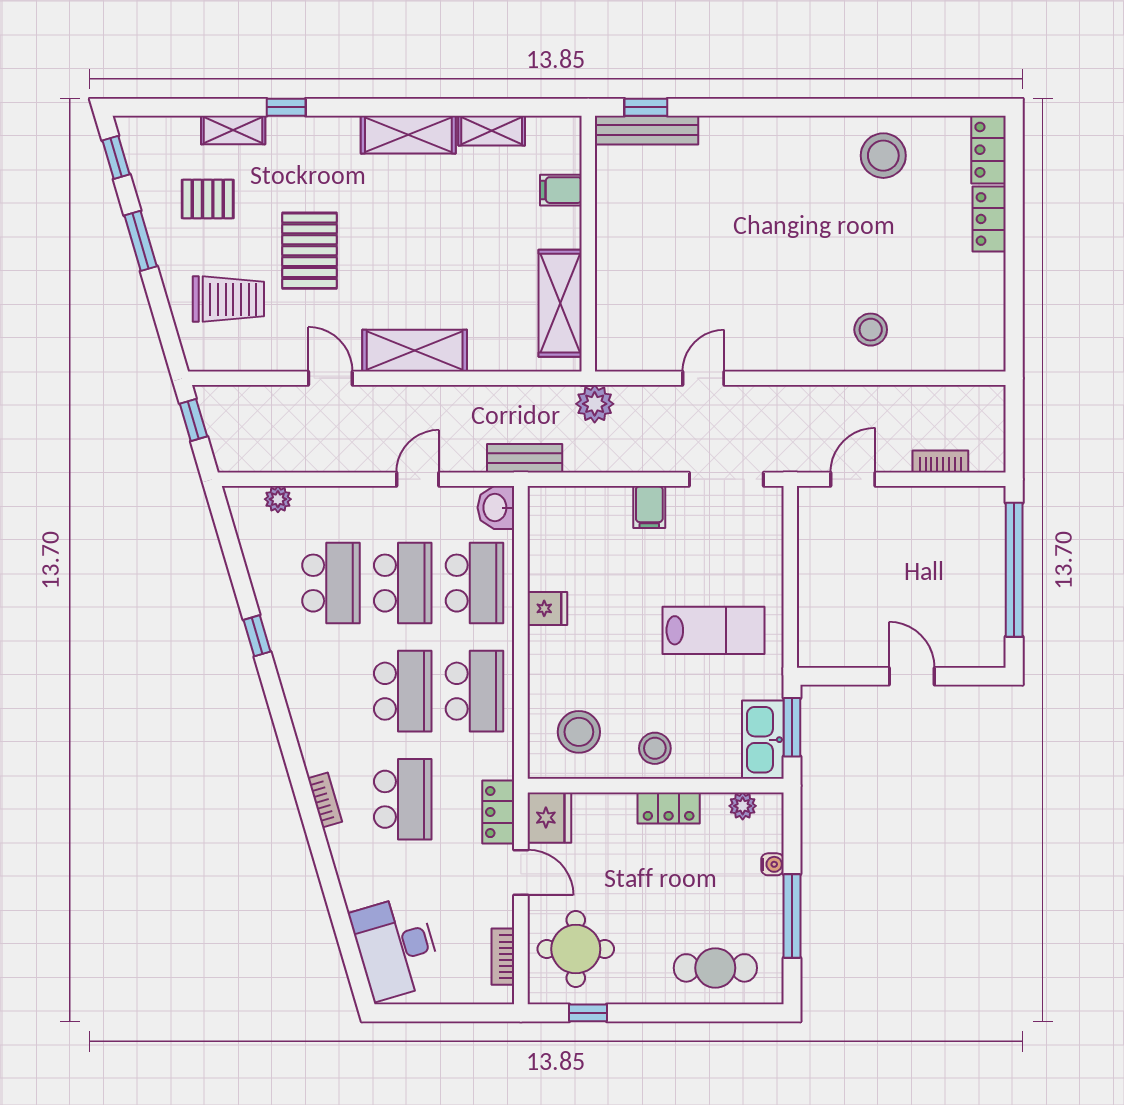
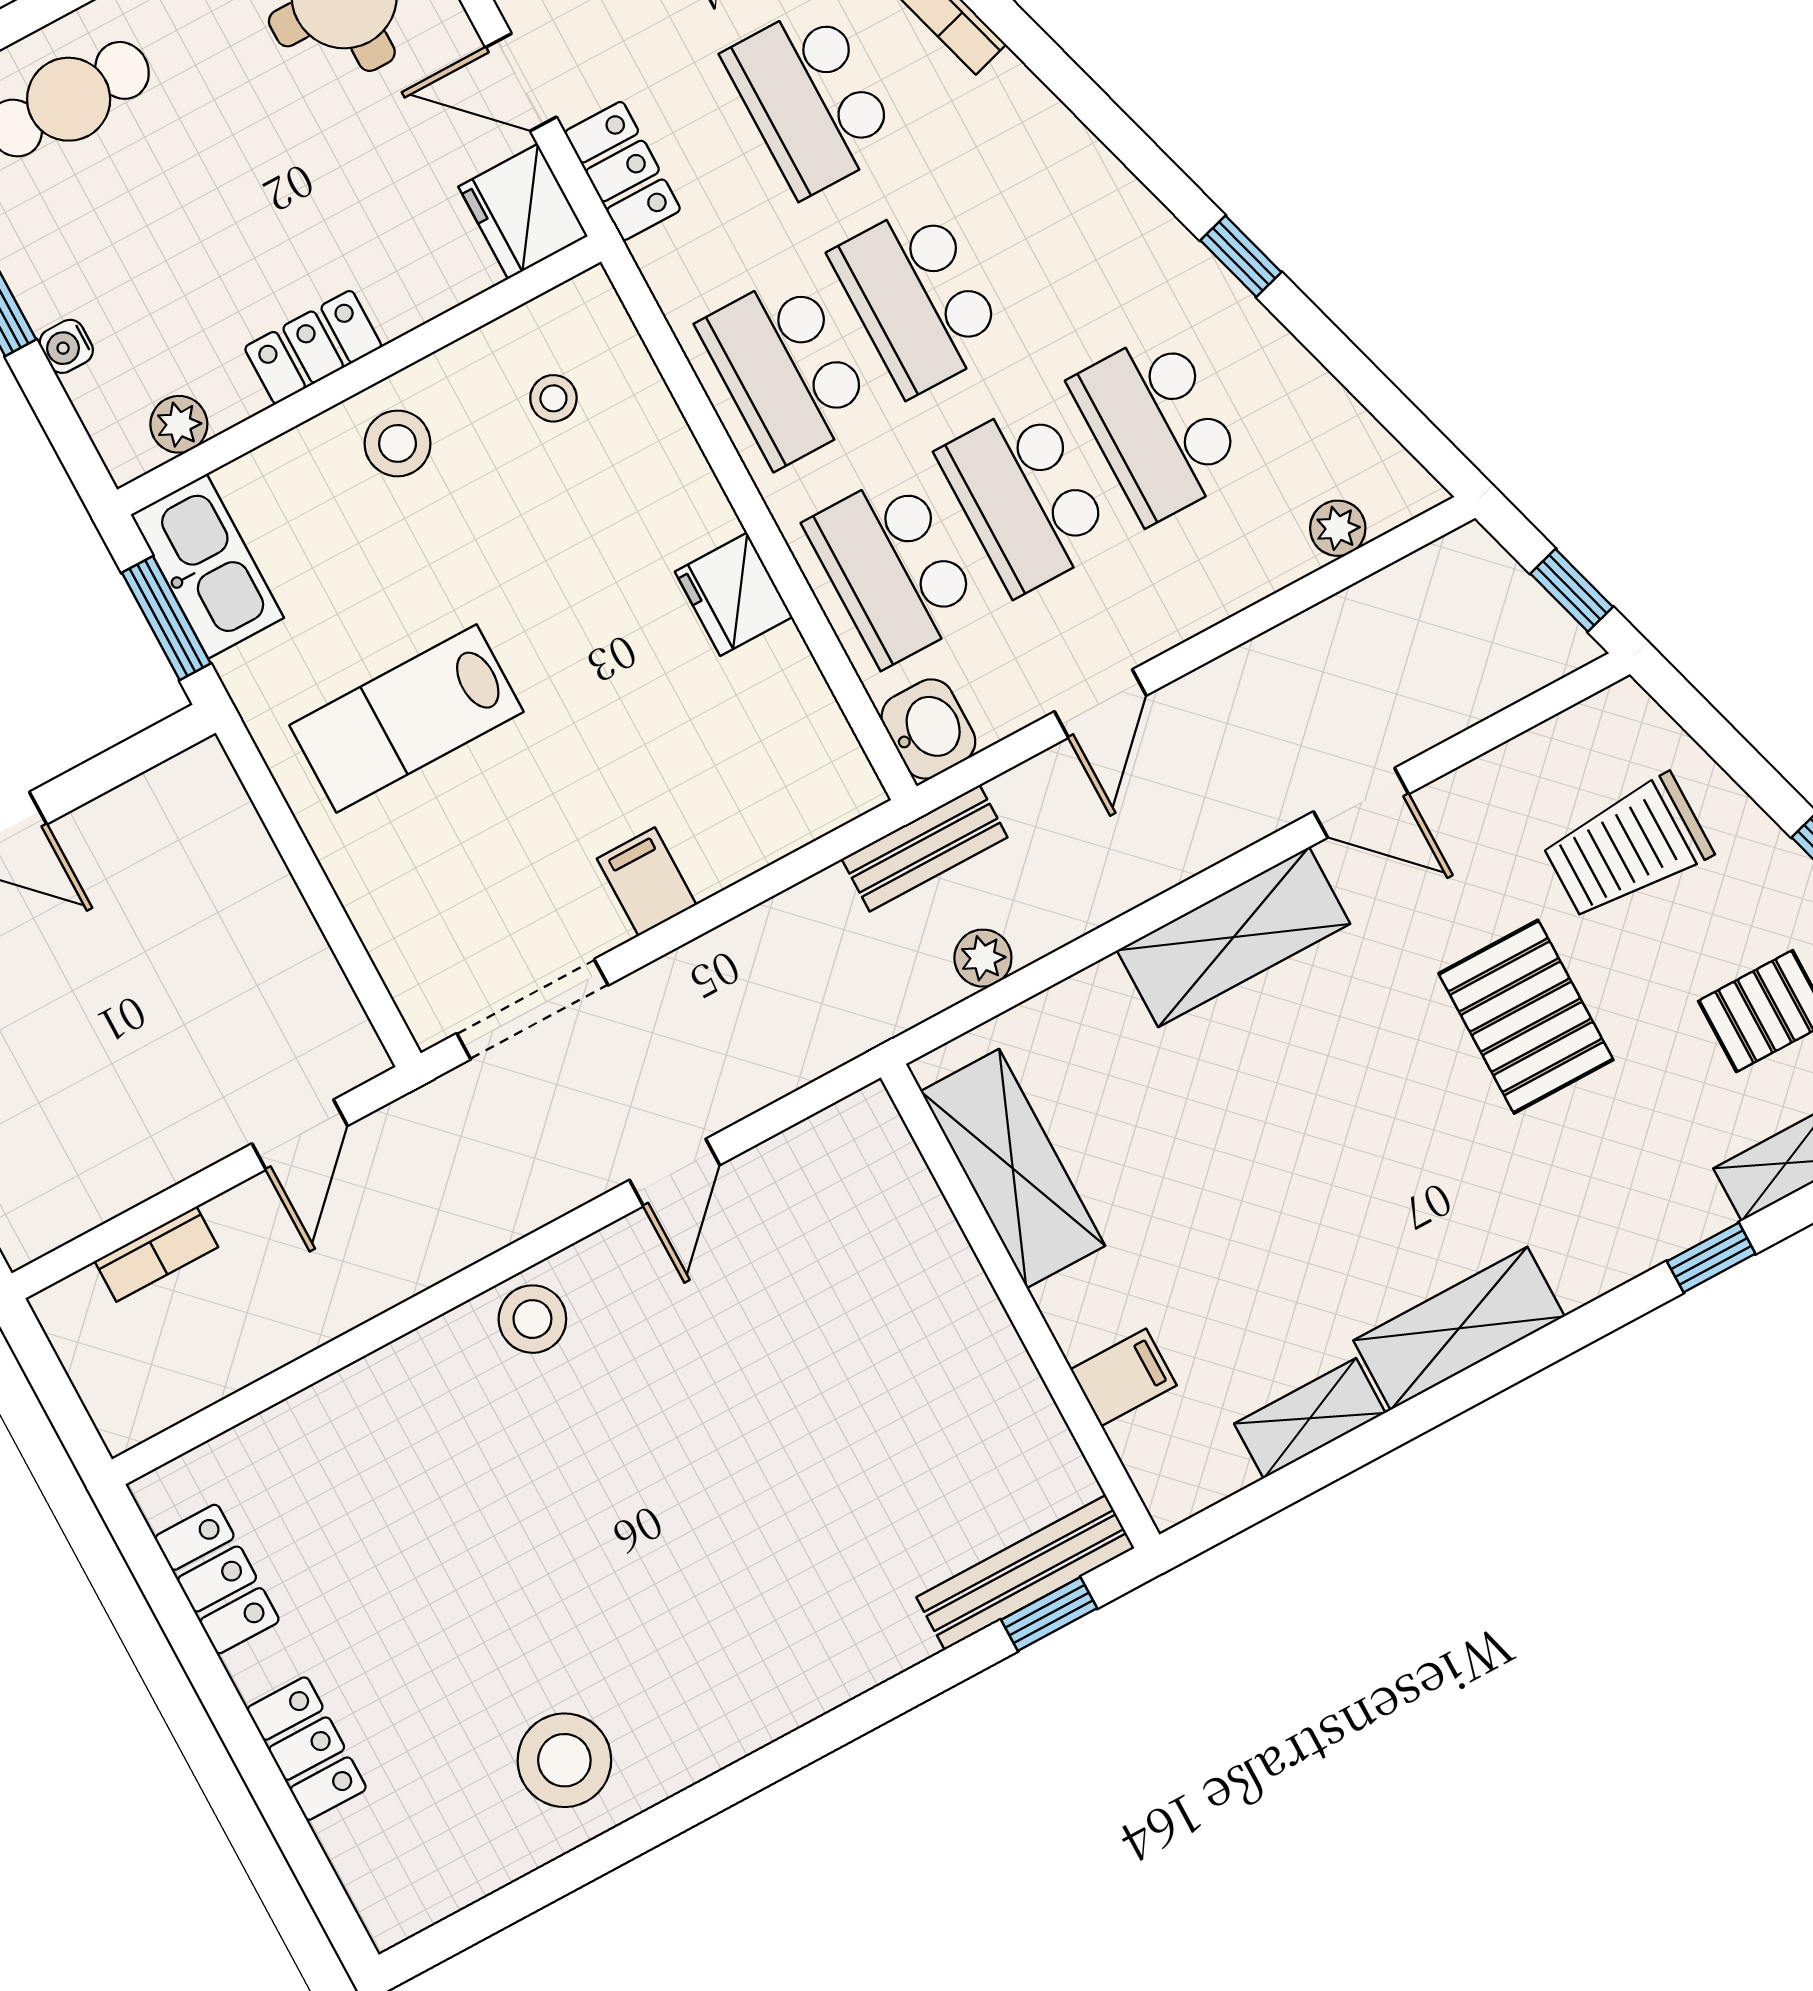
locker: (989, 150) -> (217, 1579), moved
stool: (871, 330) -> (532, 1319), moved
plant: (595, 404) -> (983, 958), moved, width x0.73, depth x0.73
fridge: (547, 608) -> (734, 594), width x1.38
stool: (579, 732) -> (553, 398), width x0.53, depth x0.53

